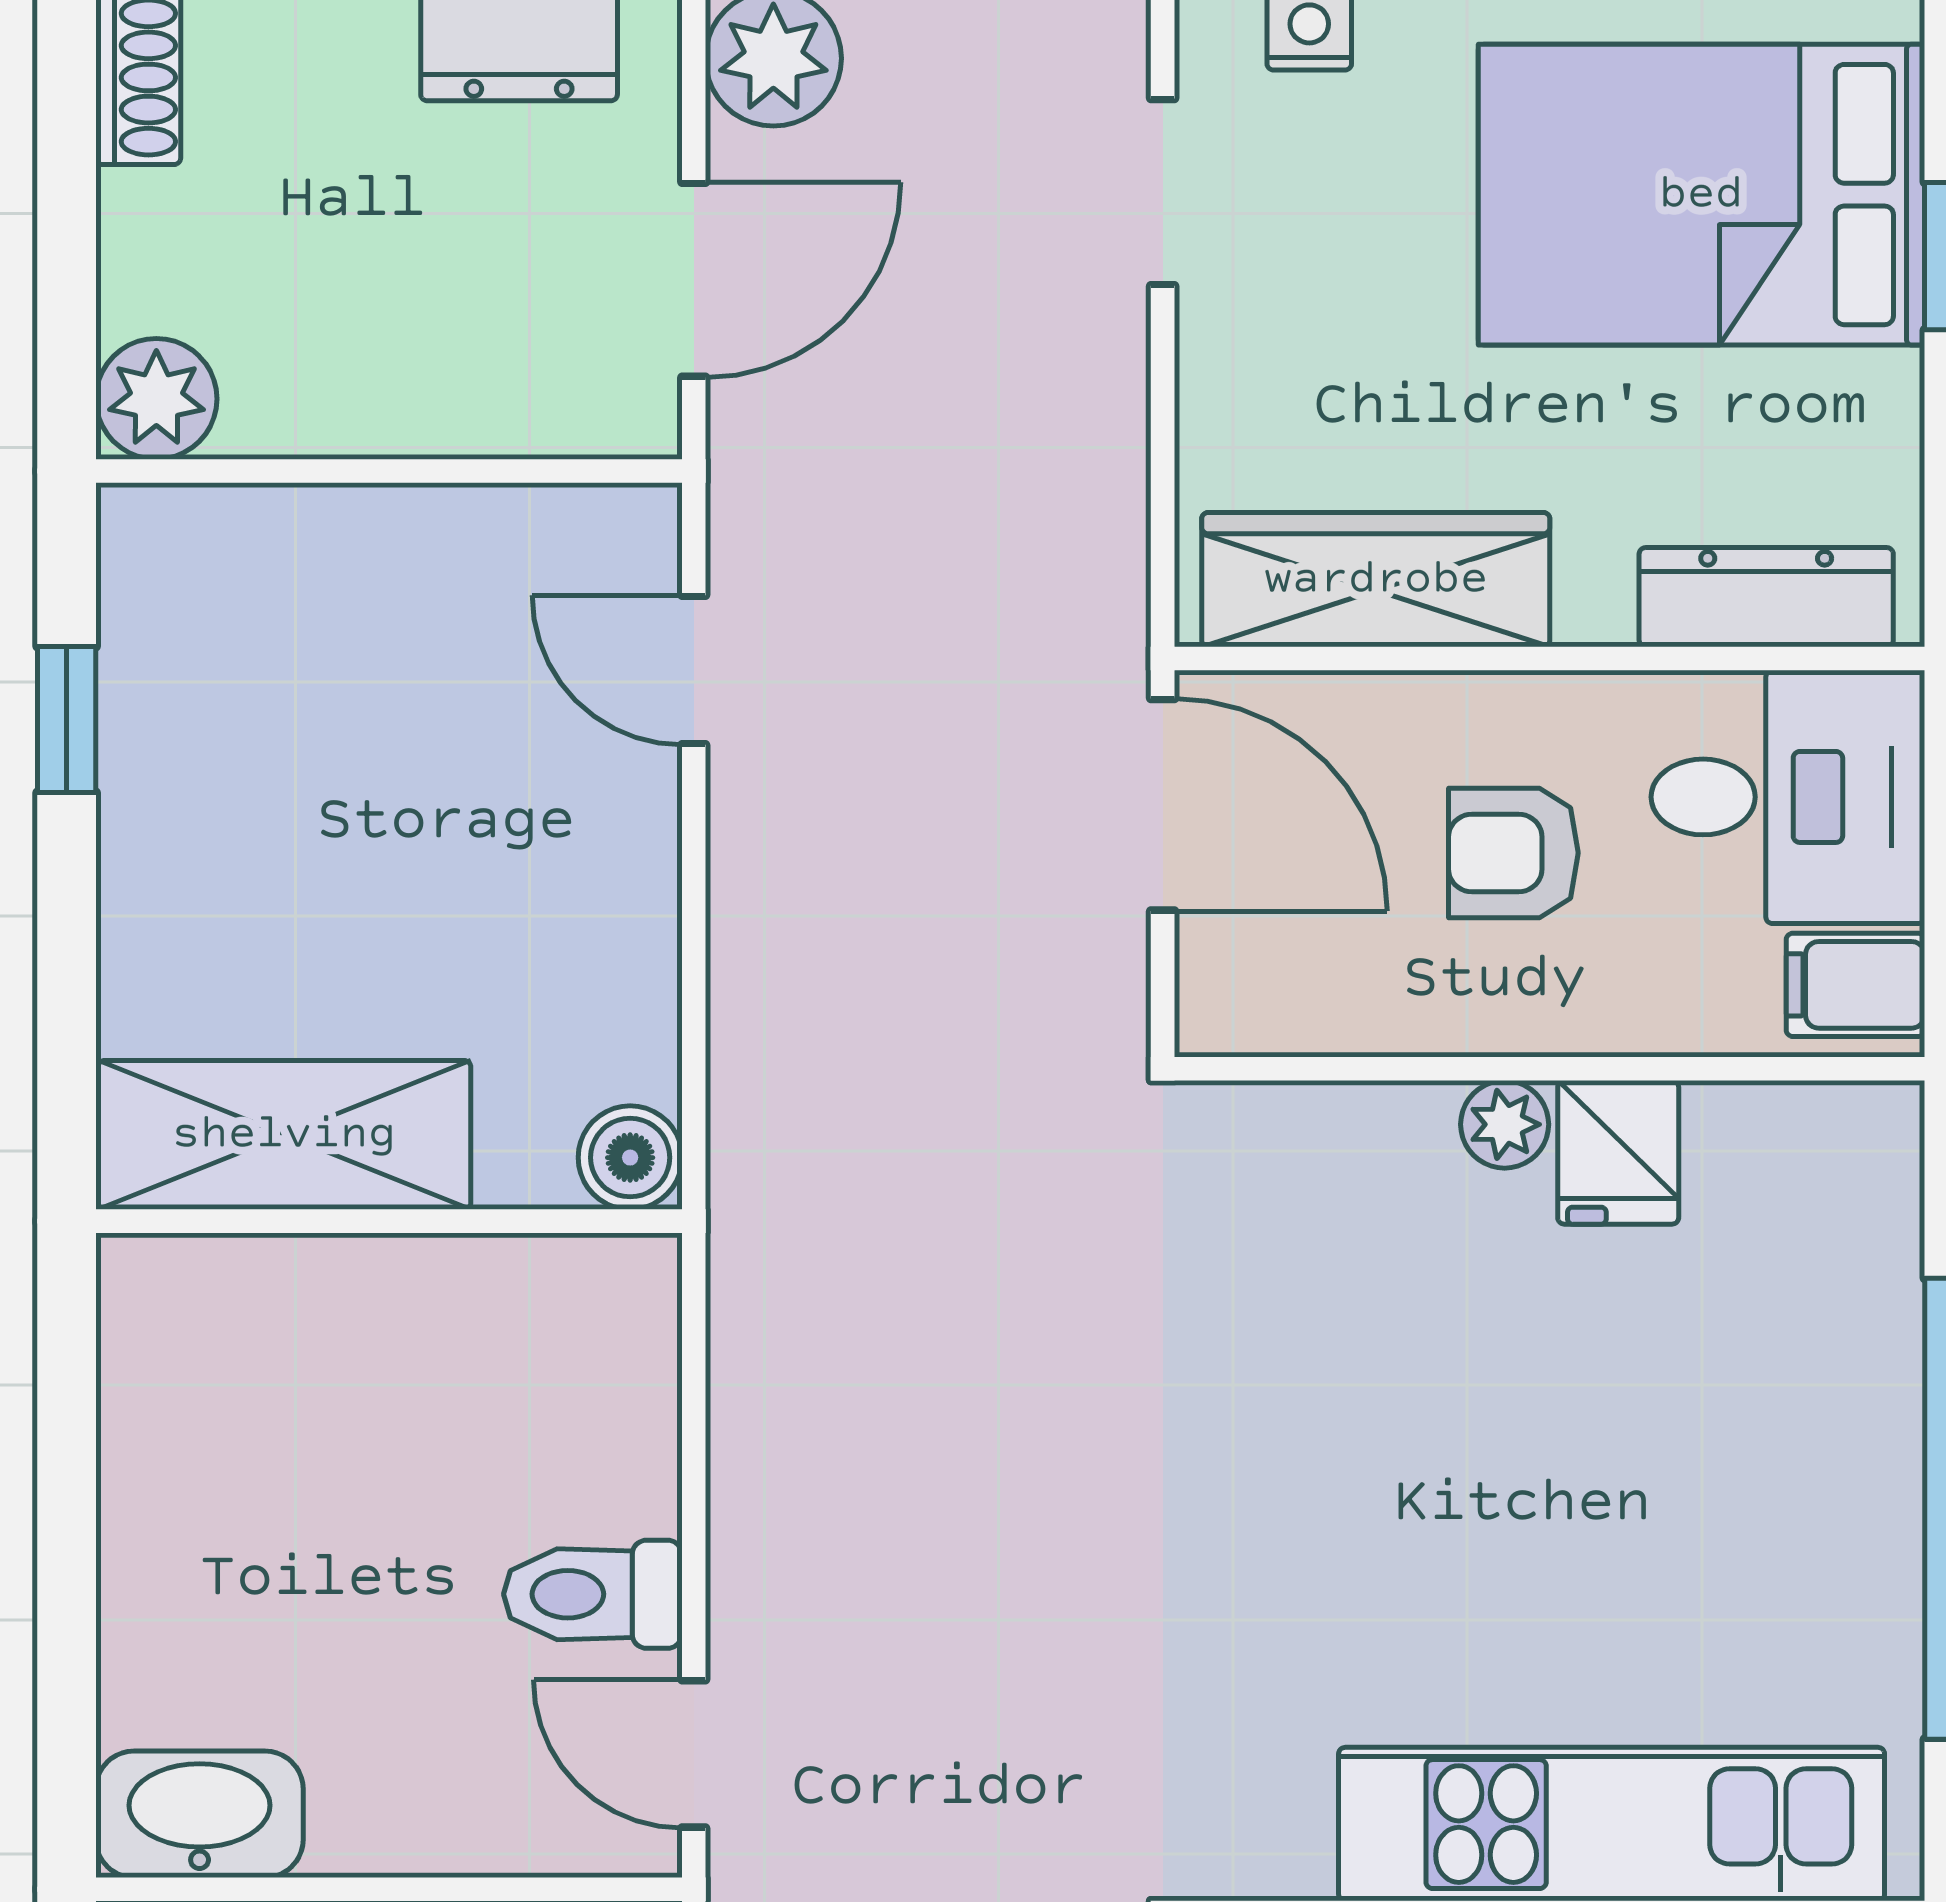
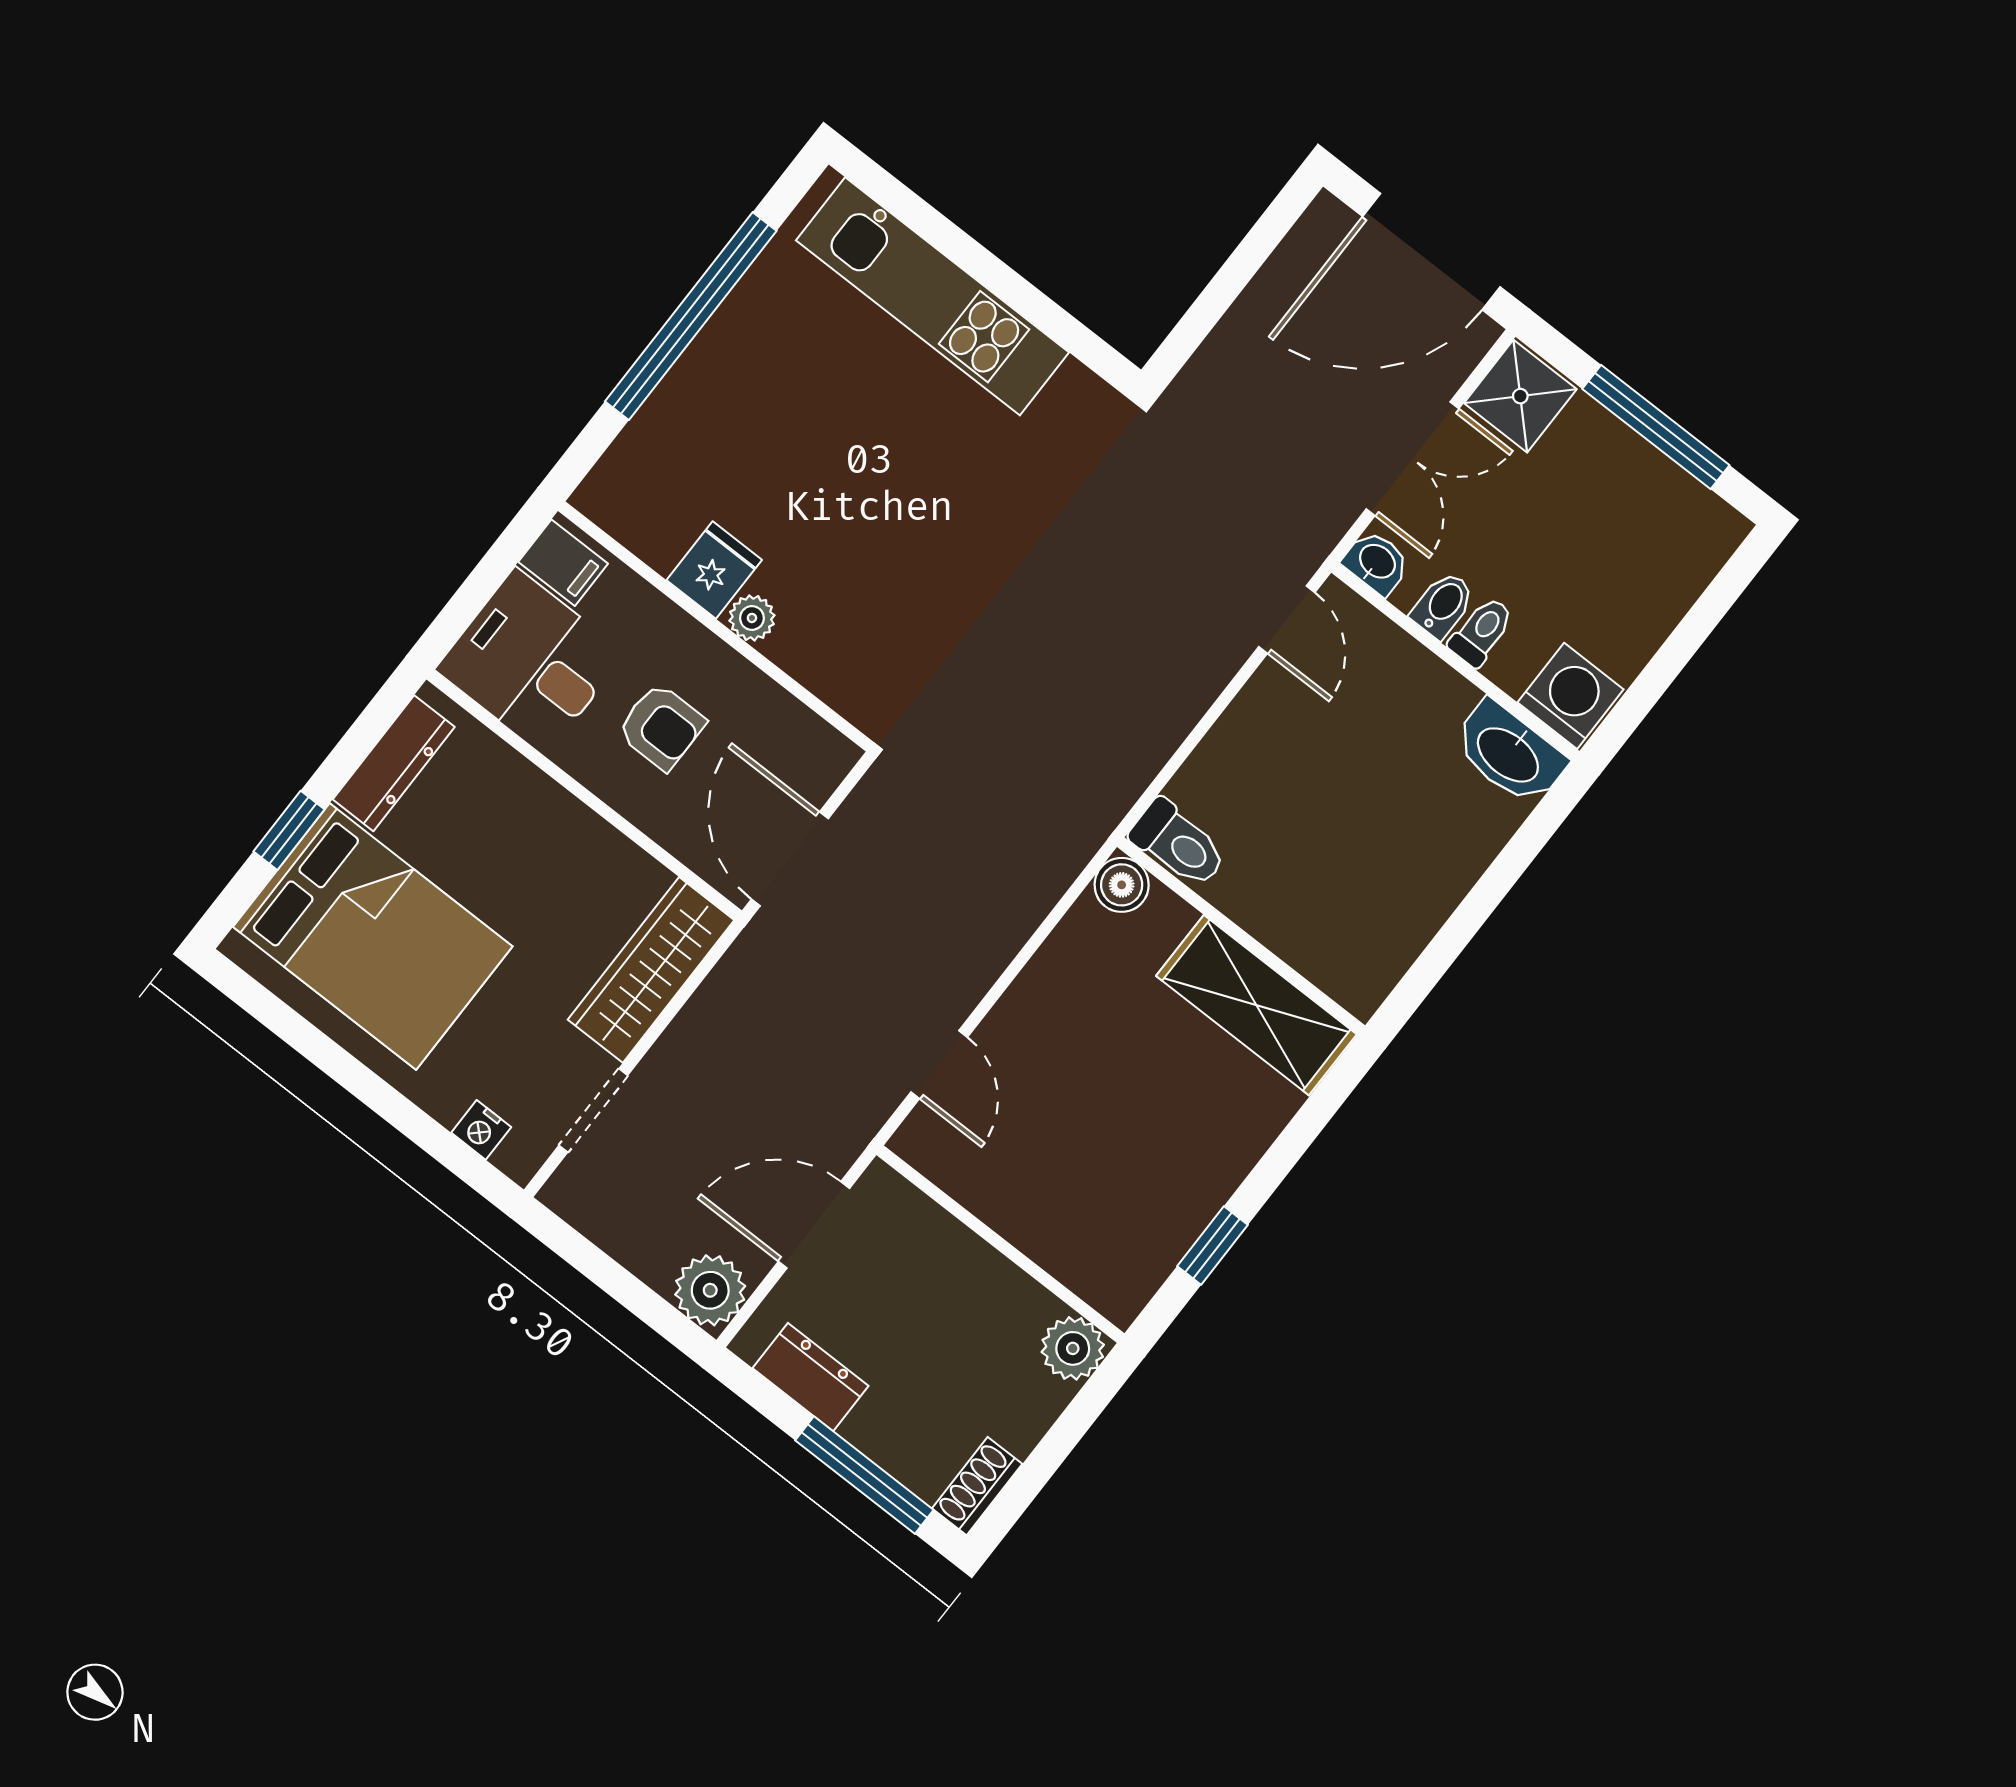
wardrobe: (1376, 580) -> (651, 970), moved, turned 90
dresser: (1766, 597) -> (394, 763), moved, turned -90
toilet: (593, 1594) -> (1179, 844), moved

